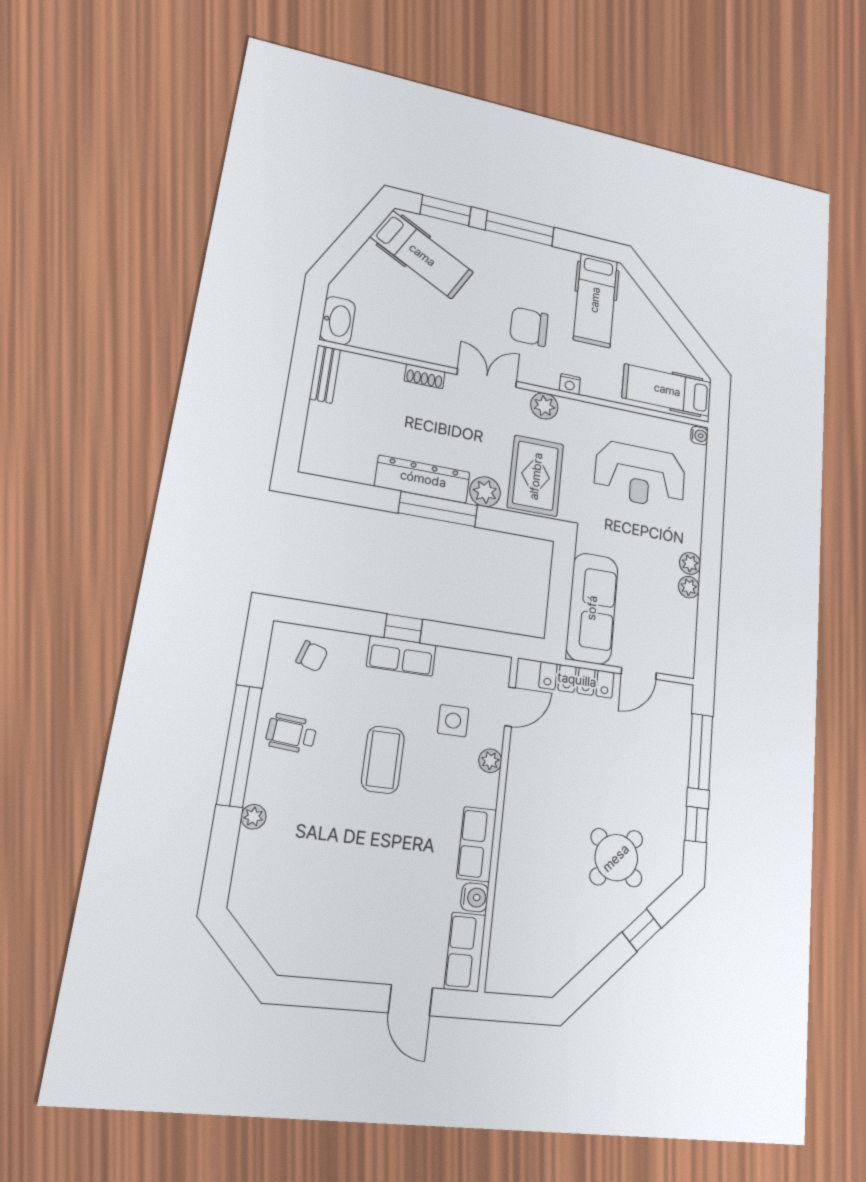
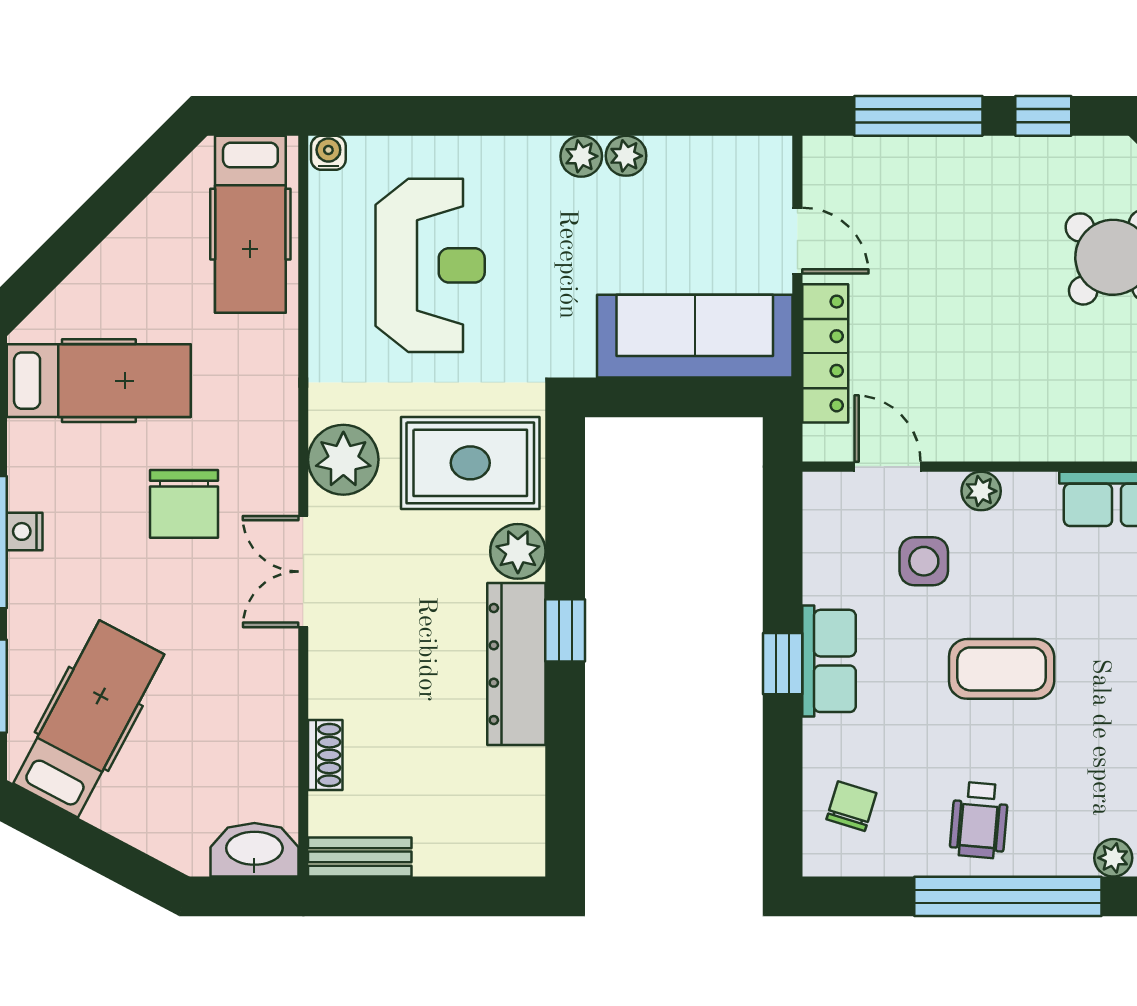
shoe rack: (425, 376) -> (325, 755), moved
nightstand: (570, 384) -> (25, 531), moved, turned 180
plant: (544, 406) -> (343, 460), width x1.36, depth x1.36
window: (438, 509) -> (565, 630), width x0.46

